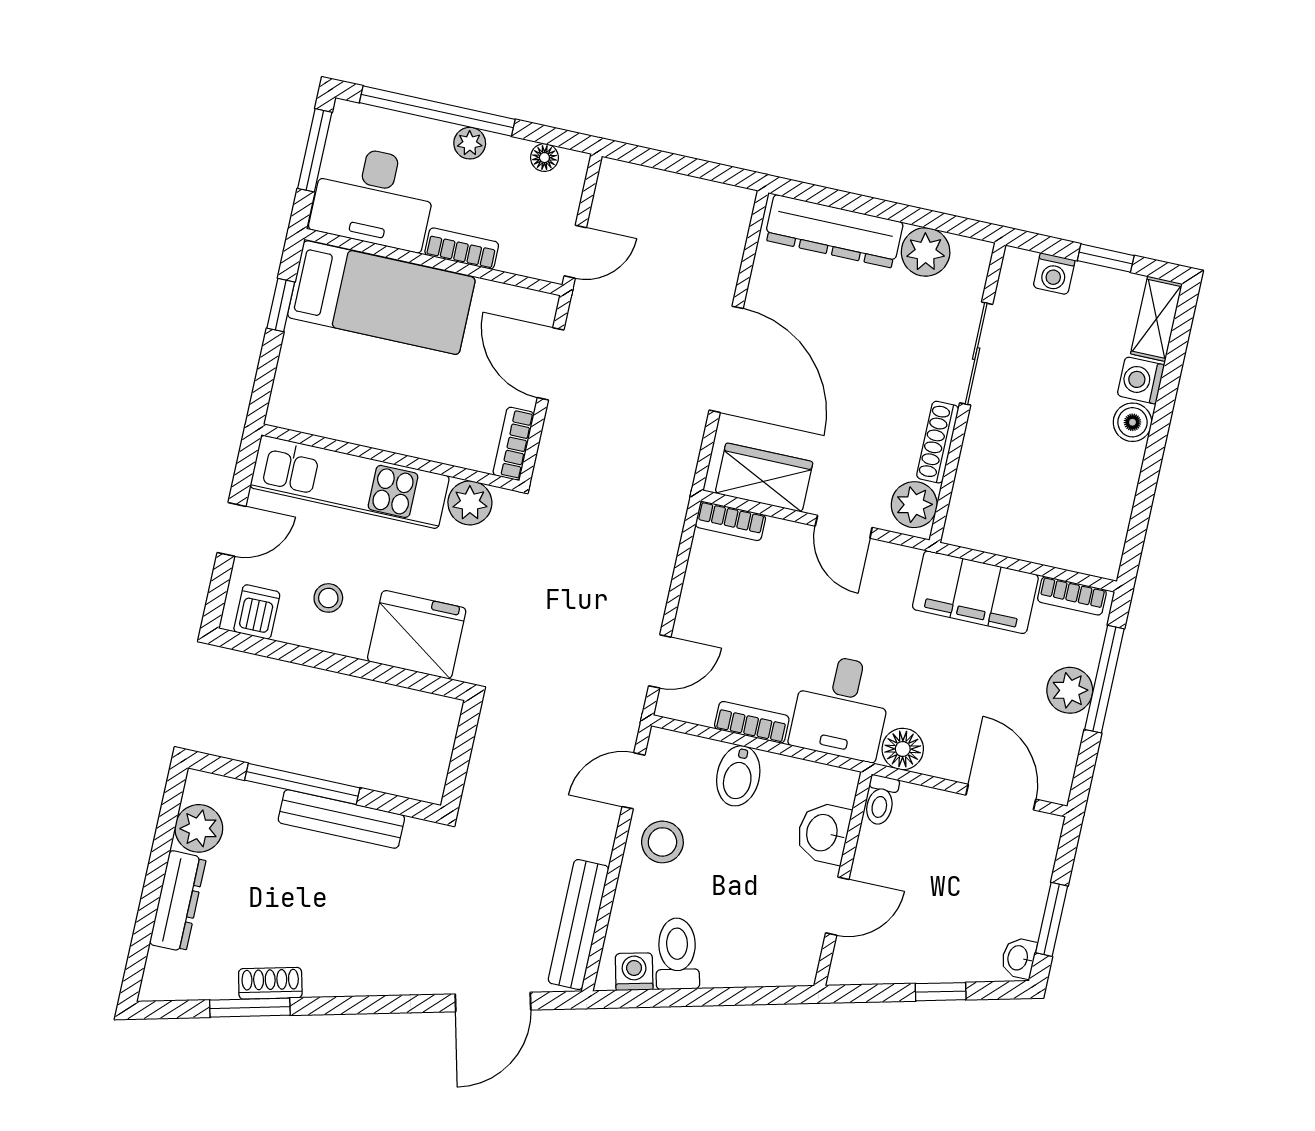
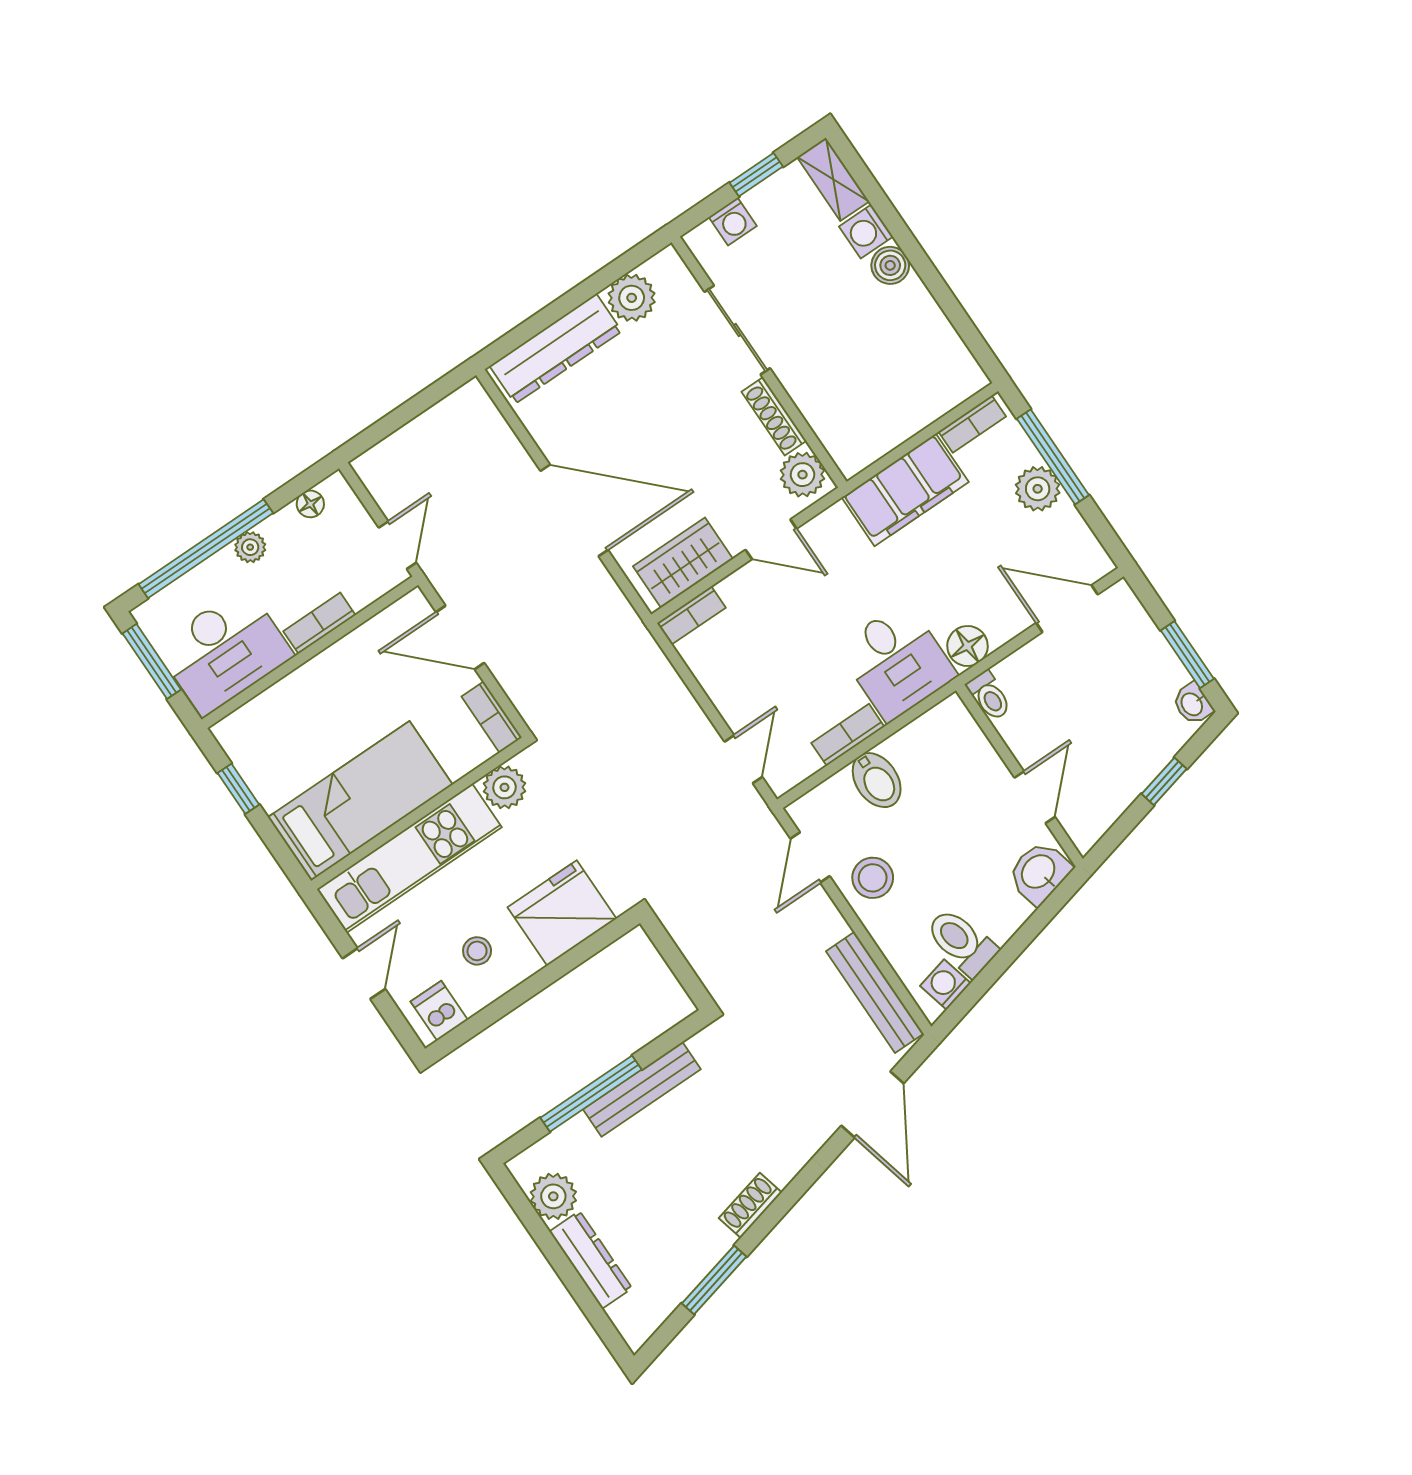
bed: (381, 298) -> (360, 801), moved
washbasin: (823, 833) -> (1039, 872), moved, turned 76
shoe rack: (270, 983) -> (750, 1205), moved

